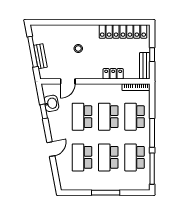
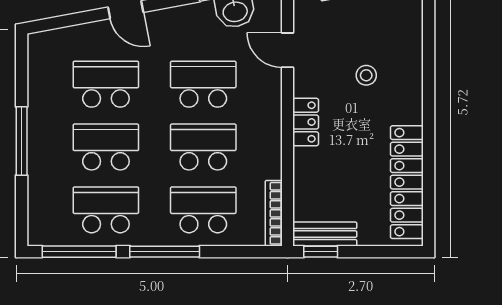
window: (152, 55) -> (321, 252), moved
locker: (113, 74) -> (306, 122), moved

